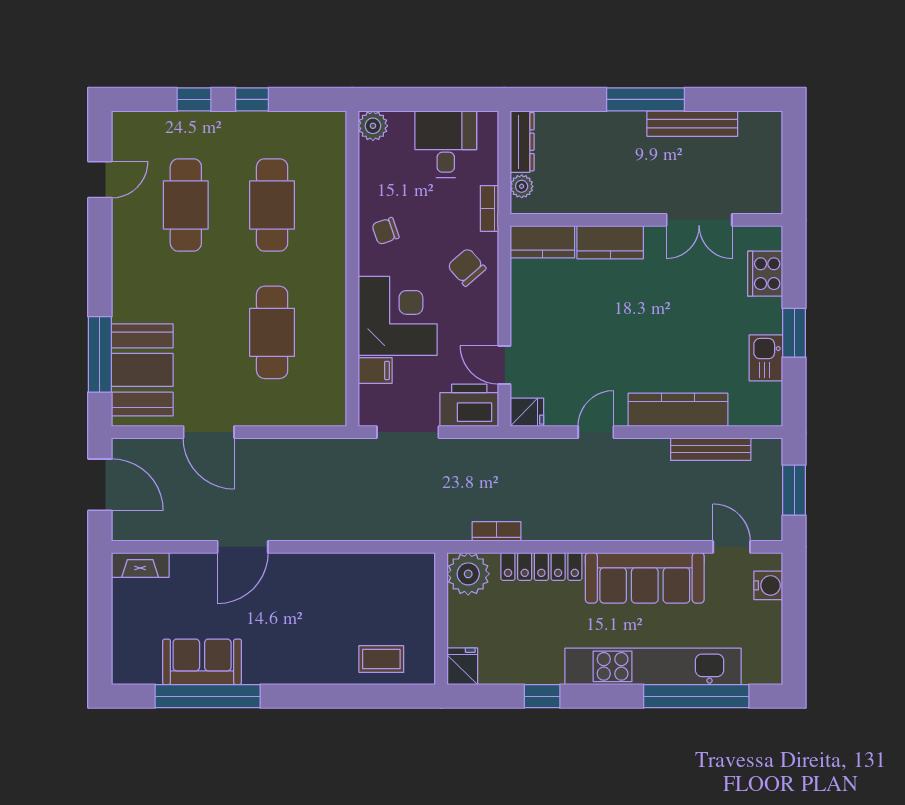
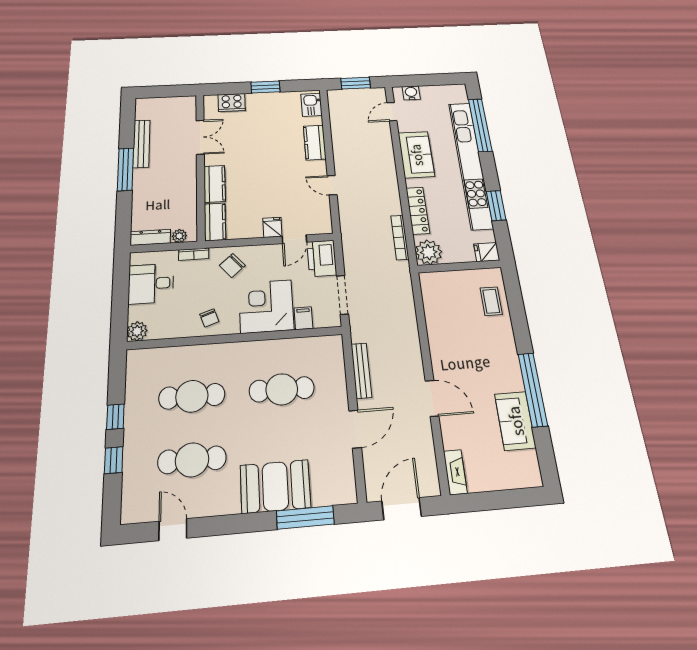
kitchen sink: (766, 358) -> (311, 105), moved, turned 90
booth: (142, 370) -> (275, 486), moved
kitchen counter: (678, 410) -> (315, 142), width x0.67
fridge: (527, 412) -> (272, 227), moved
bench: (711, 449) -> (361, 371), moved
bookcase: (496, 531) -> (400, 237), width x1.56
sofa: (645, 578) -> (416, 155), width x0.73
kitchen unit: (653, 666) -> (470, 164), width x1.36
window: (208, 696) -> (533, 389), moved
window: (542, 696) -> (496, 206), width x1.50

